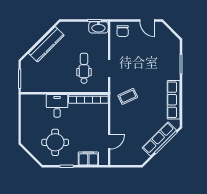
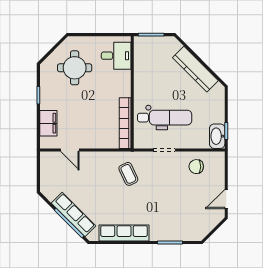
chair: (123, 31) -> (196, 167), moved
dental chair: (84, 68) -> (165, 118), width x1.36, depth x1.38
desk: (57, 106) -> (116, 56), moved
round table: (55, 142) -> (75, 68), moved

